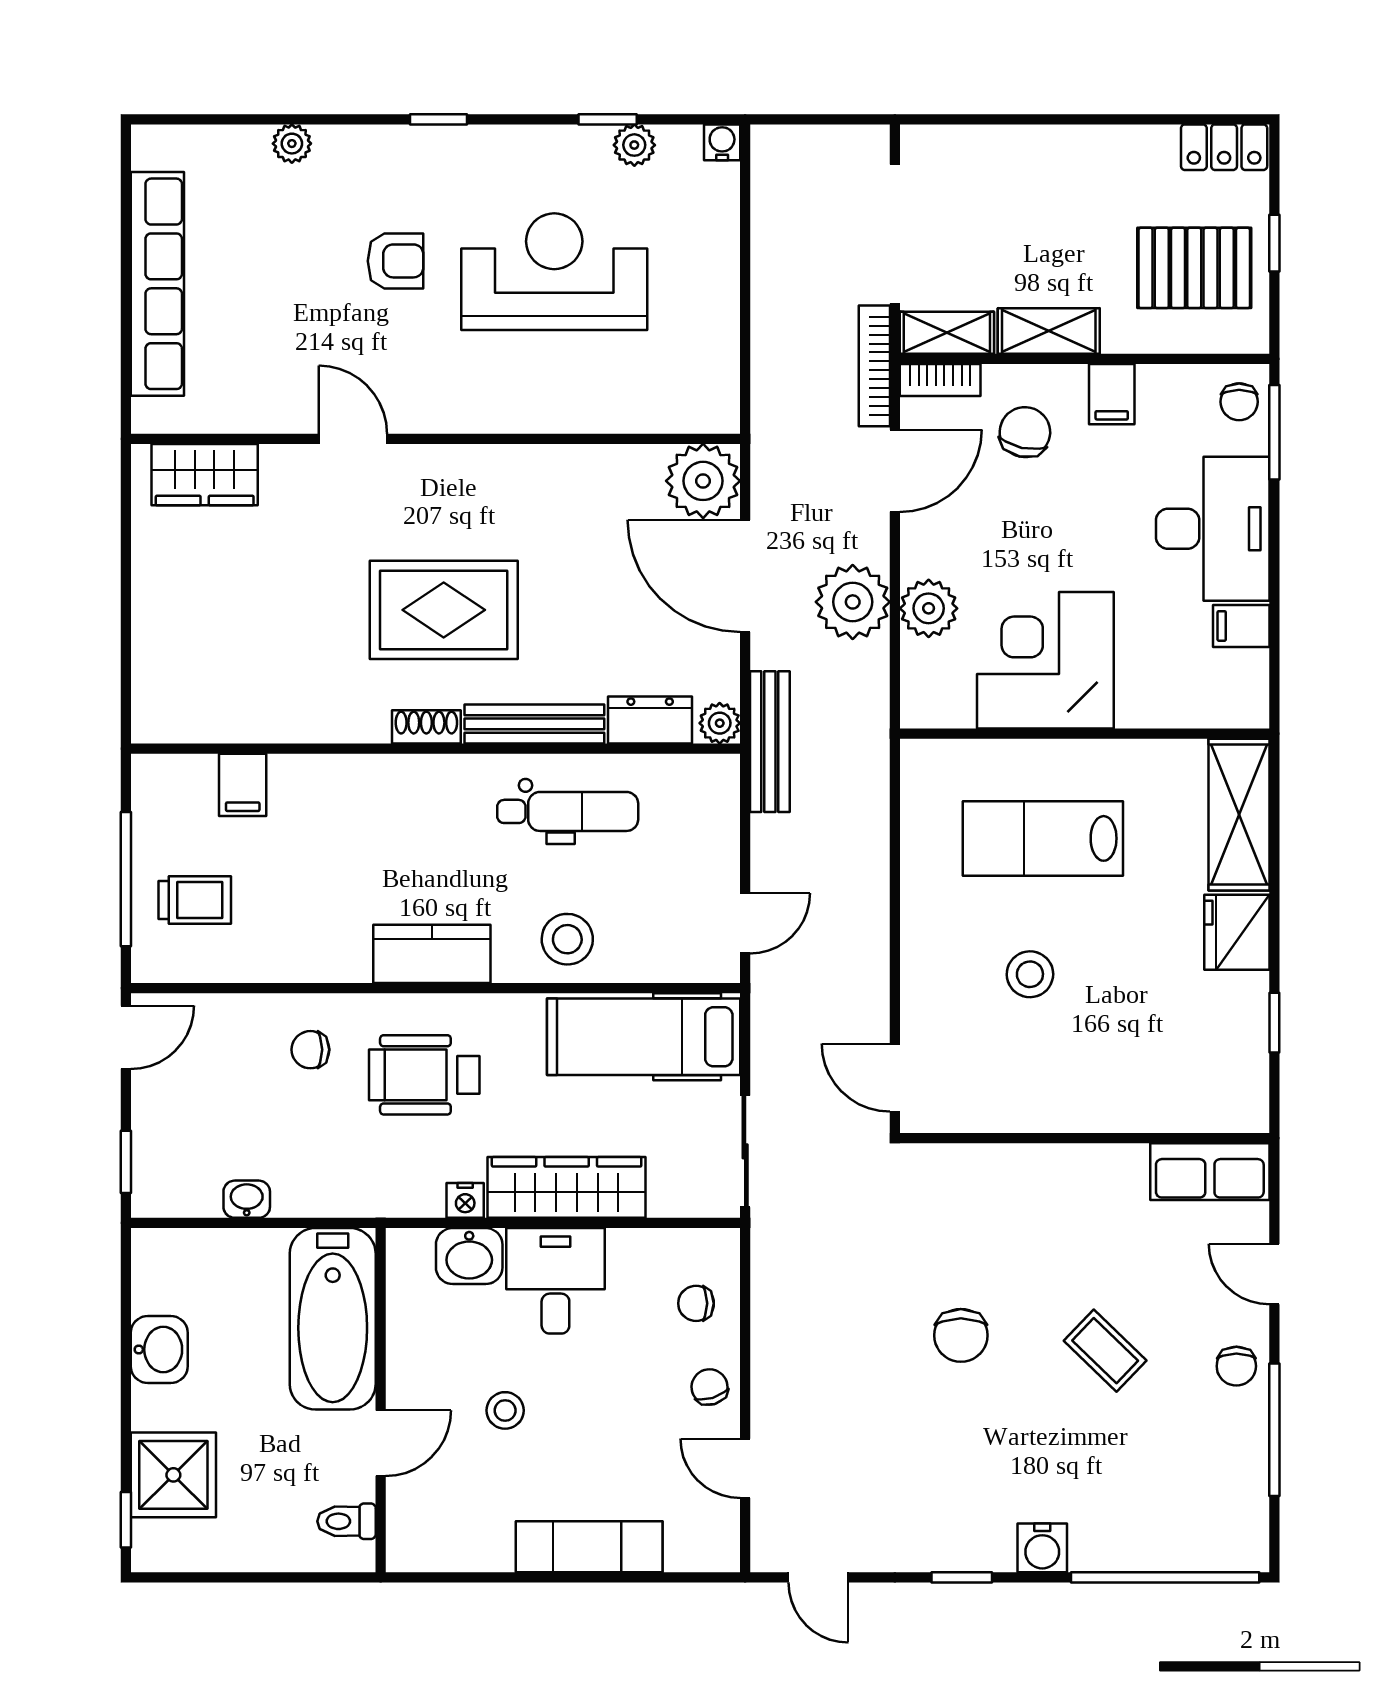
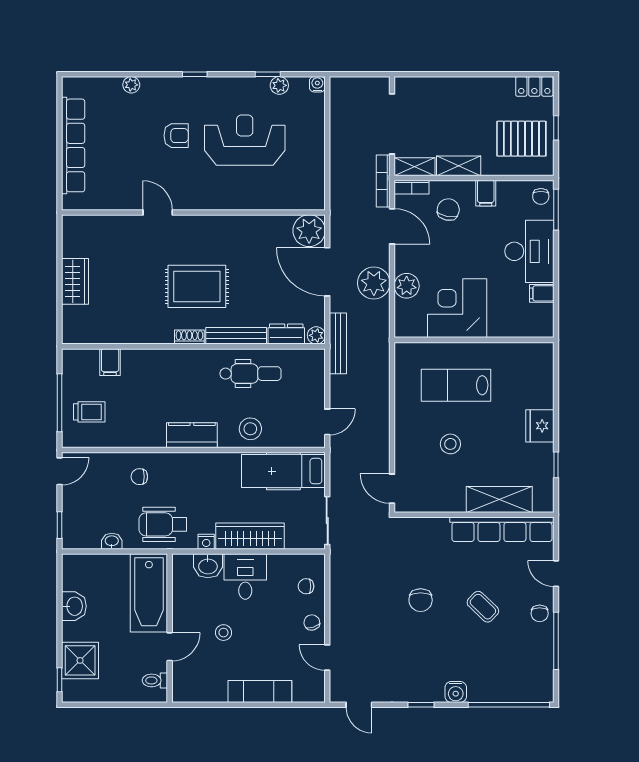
door: (895, 471) -> (392, 226), hinge flipped
wardrobe: (205, 475) -> (75, 281), moved, turned -90
shelving: (1239, 815) -> (499, 499), moved, turned 90
wheelchair: (424, 1075) -> (163, 524), moved
row of seats: (1210, 1172) -> (502, 529), width x2.02

